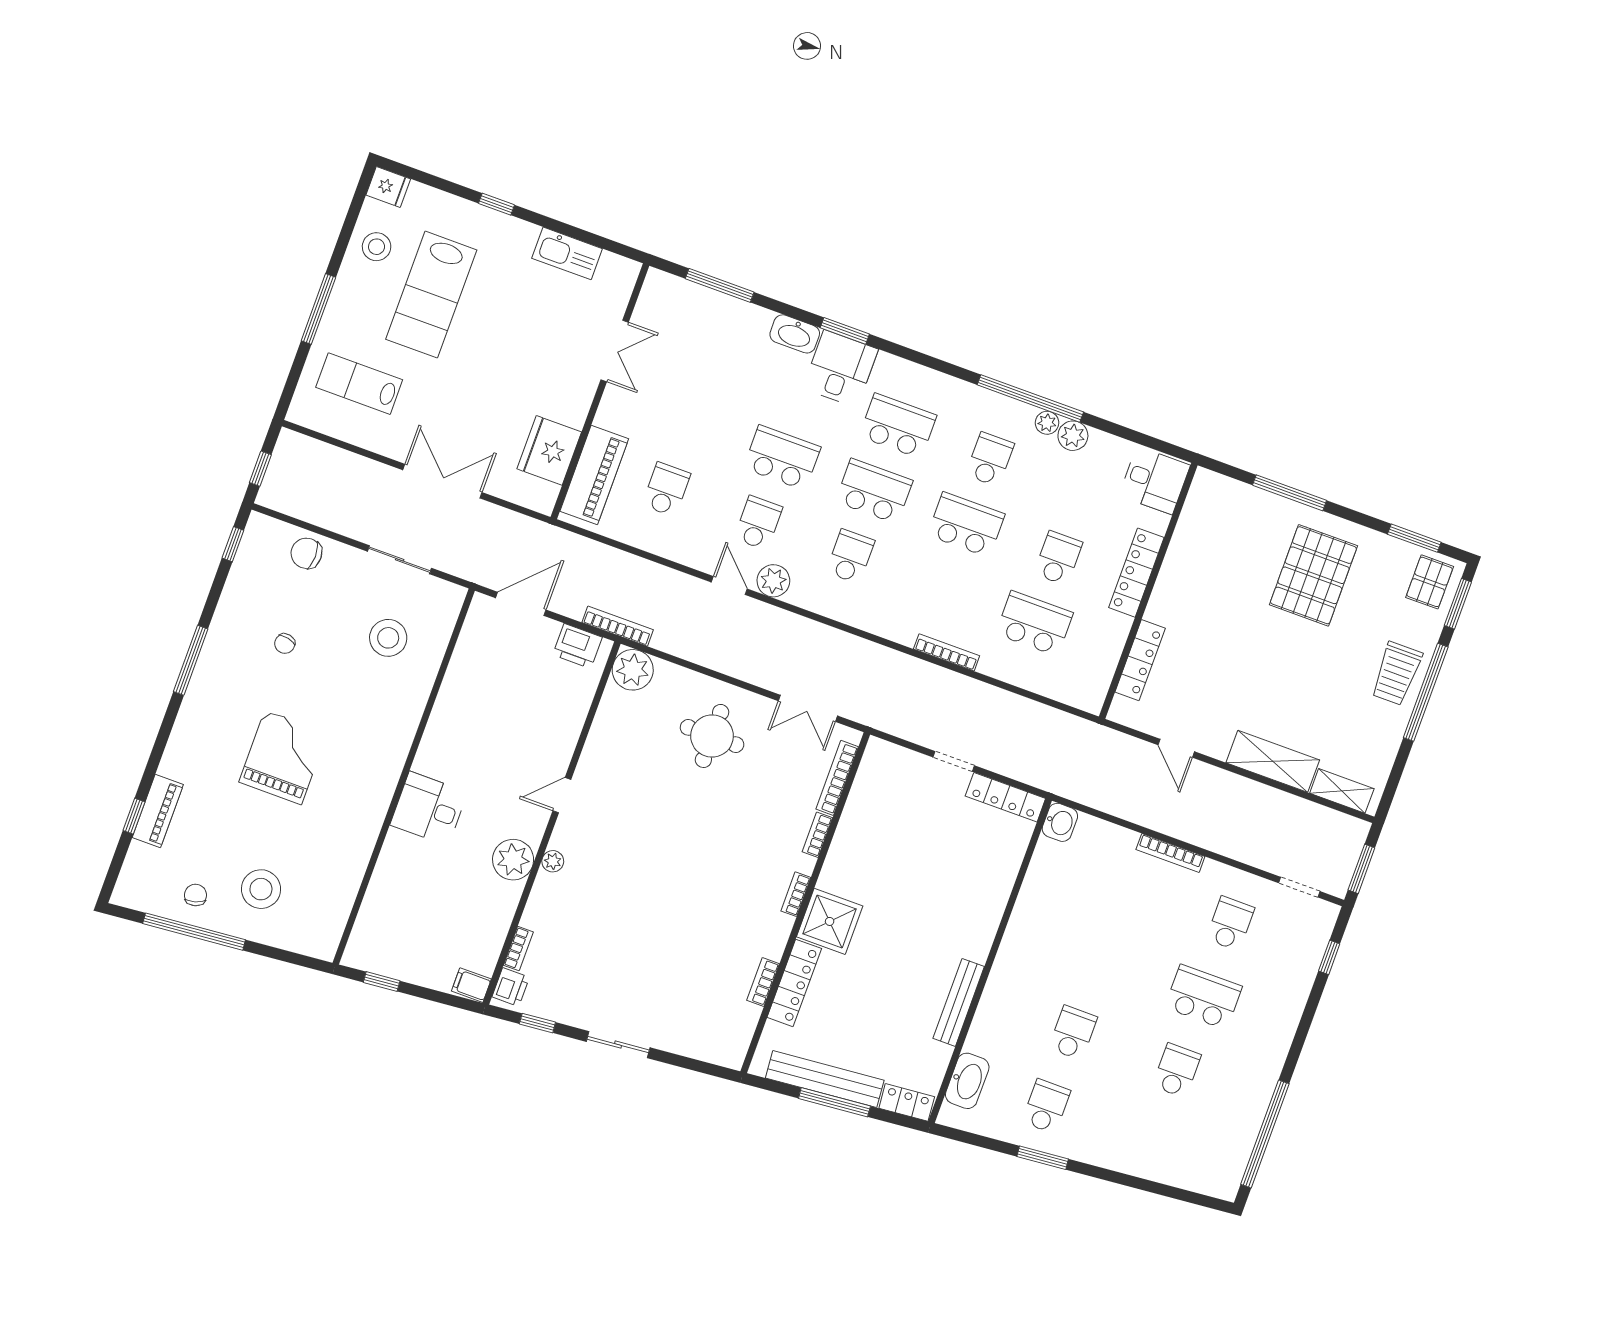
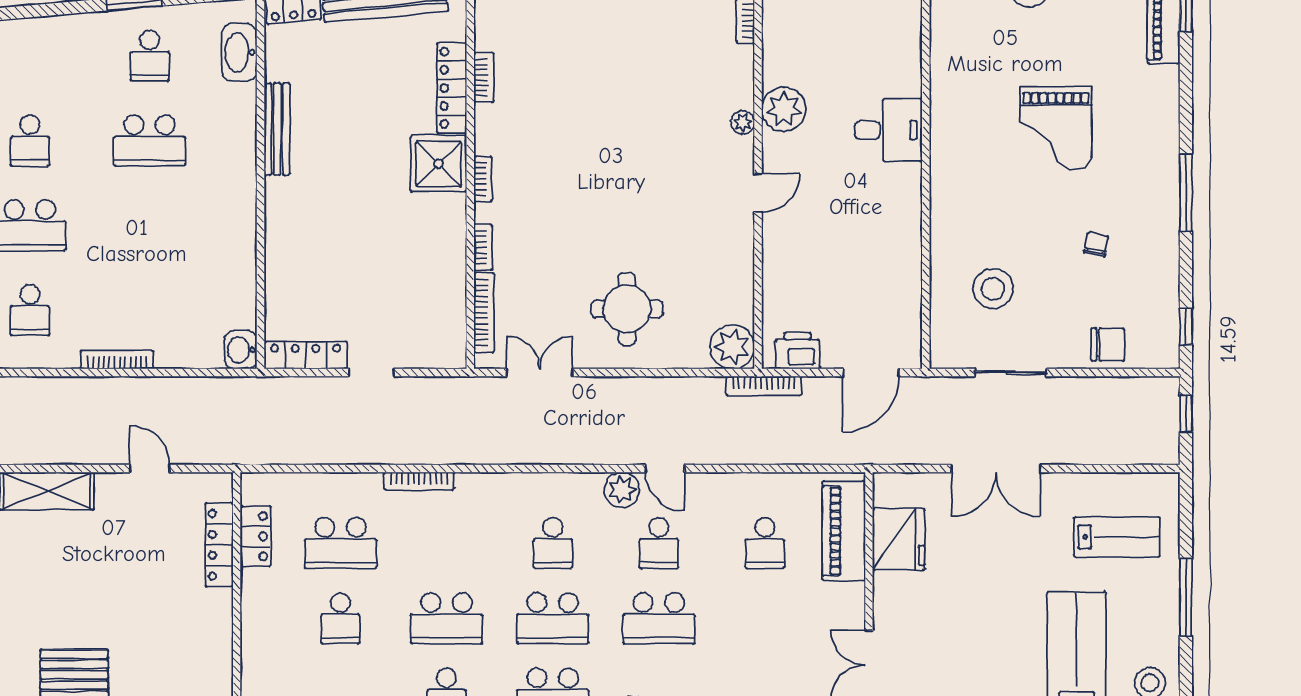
locker: (1136, 573) -> (255, 536), moved, width x0.66
school desk: (1073, 1033) -> (150, 141), width x1.85

